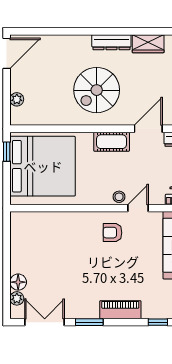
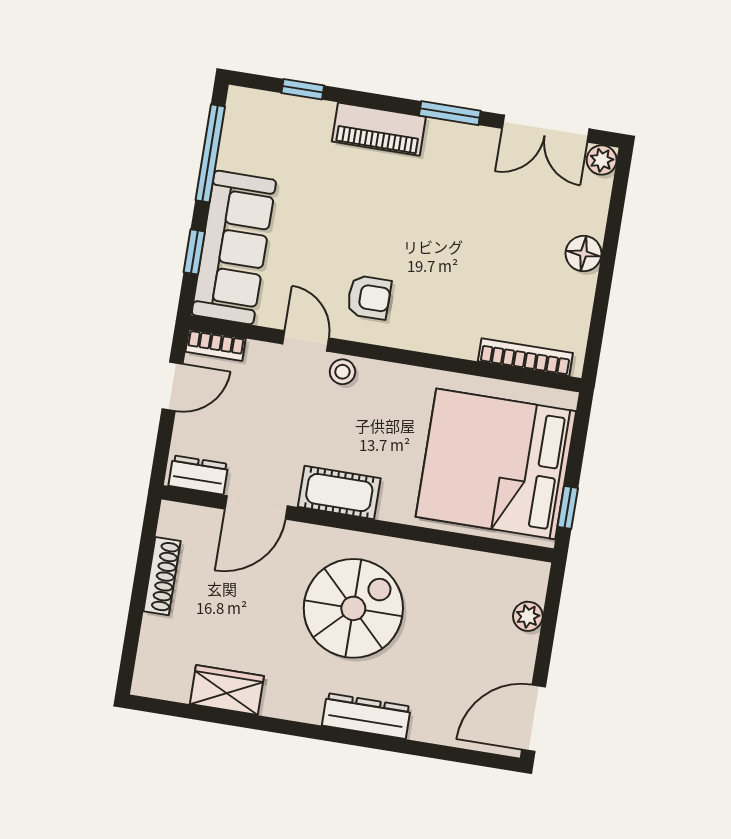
dresser: (111, 42) -> (366, 716), moved
door: (138, 208) -> (306, 341), swing flipped
bookcase: (37, 217) -> (525, 357), added
floor lamp: (18, 282) -> (583, 254), moved
plant: (17, 298) -> (602, 160), moved

